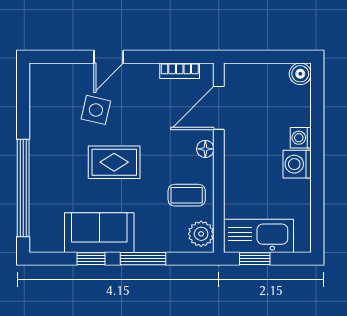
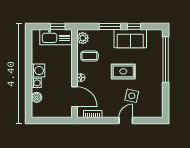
boiler: (300, 74) -> (37, 97), moved
door: (219, 108) -> (74, 97), hinge flipped

